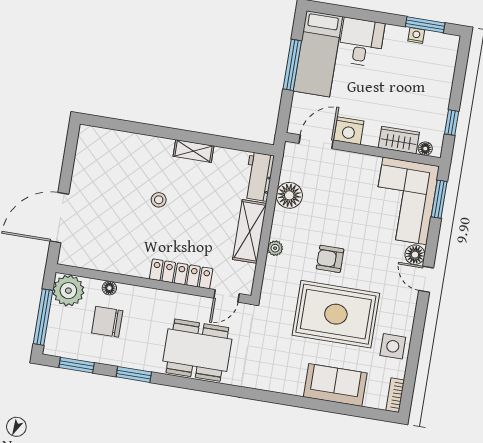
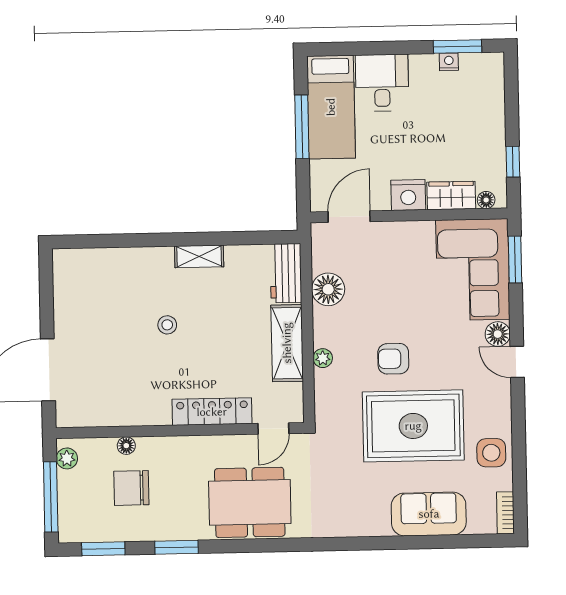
nightstand: (349, 131) -> (408, 195), moved
plant: (68, 291) -> (67, 458), width x0.53, depth x0.53

